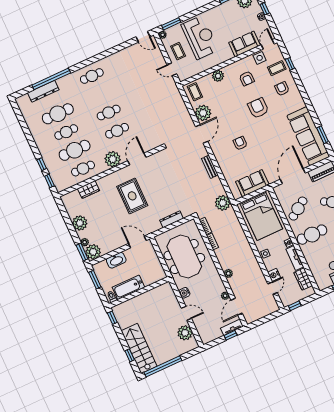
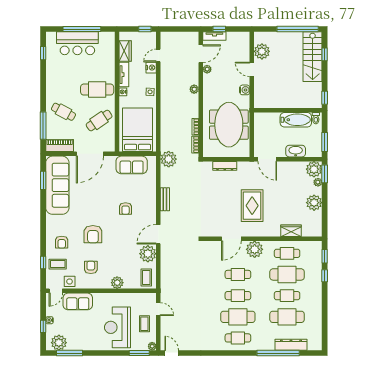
cafe table: (100, 94) -> (238, 317), added

